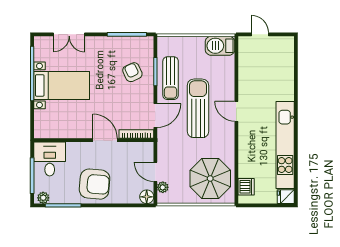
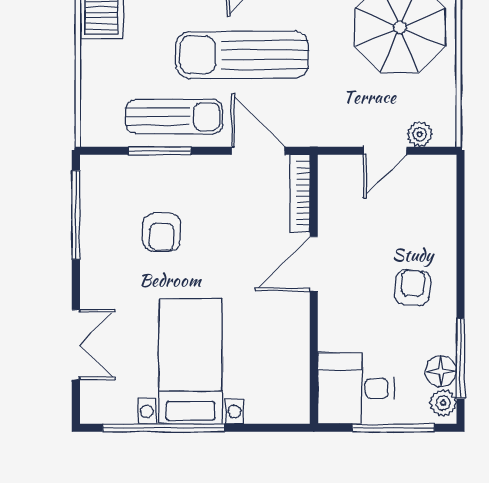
armchair: (132, 72) -> (162, 232), moved, turned -65
armchair: (95, 184) -> (412, 288), width x0.53, depth x0.53
floor lamp: (147, 197) -> (441, 371), moved

